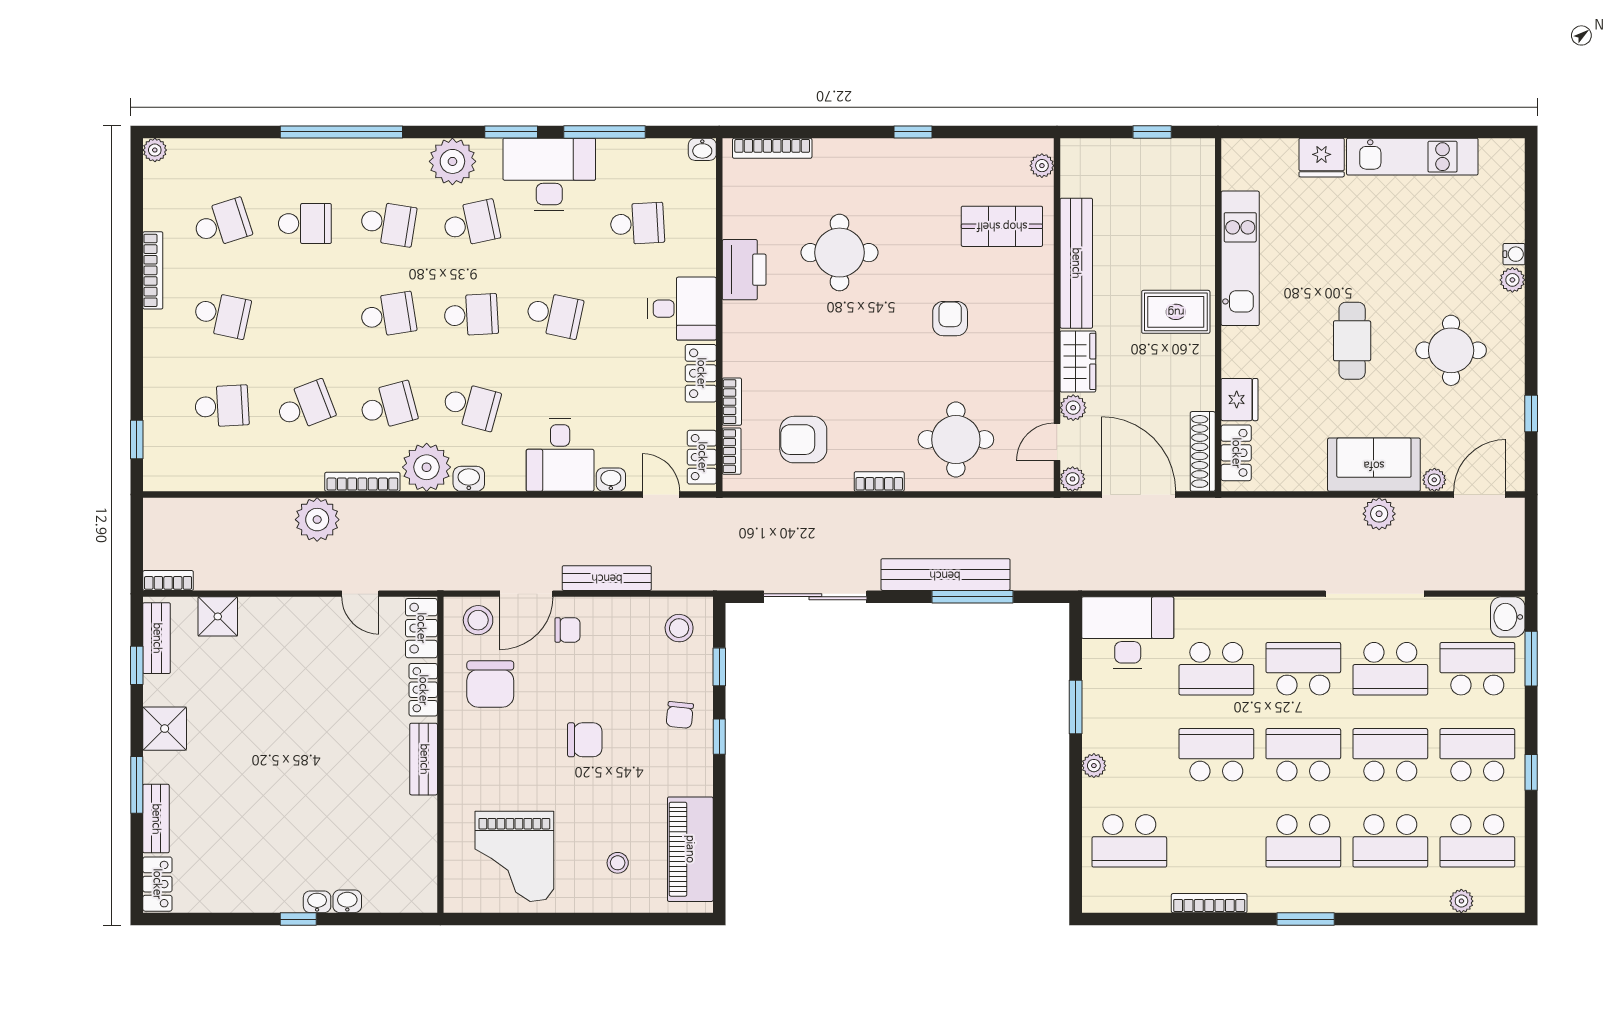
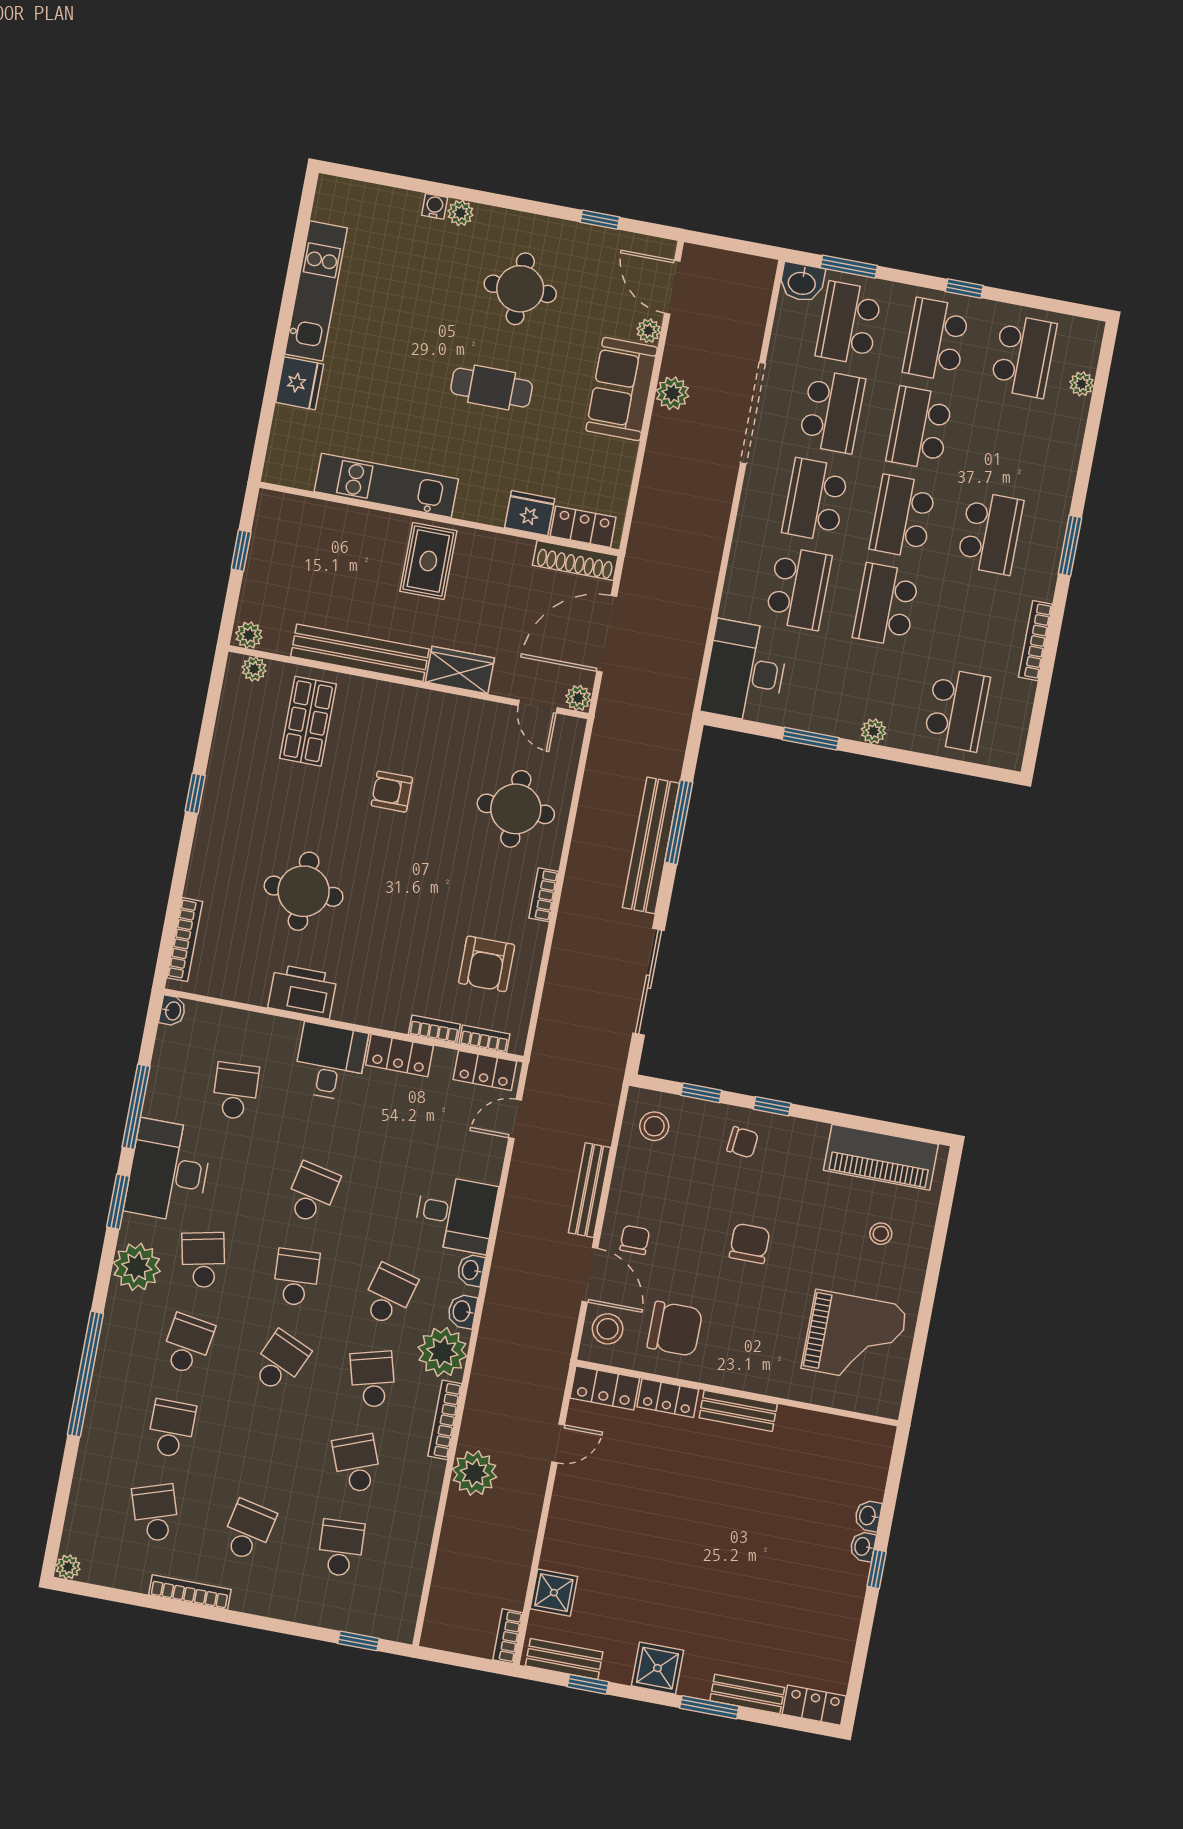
school desk: (388, 315) -> (280, 1362), turned 33
plant: (1073, 408) -> (249, 635), moved
washbasin: (611, 480) -> (471, 1270), moved
school desk: (1390, 841) -> (1007, 445), removed

